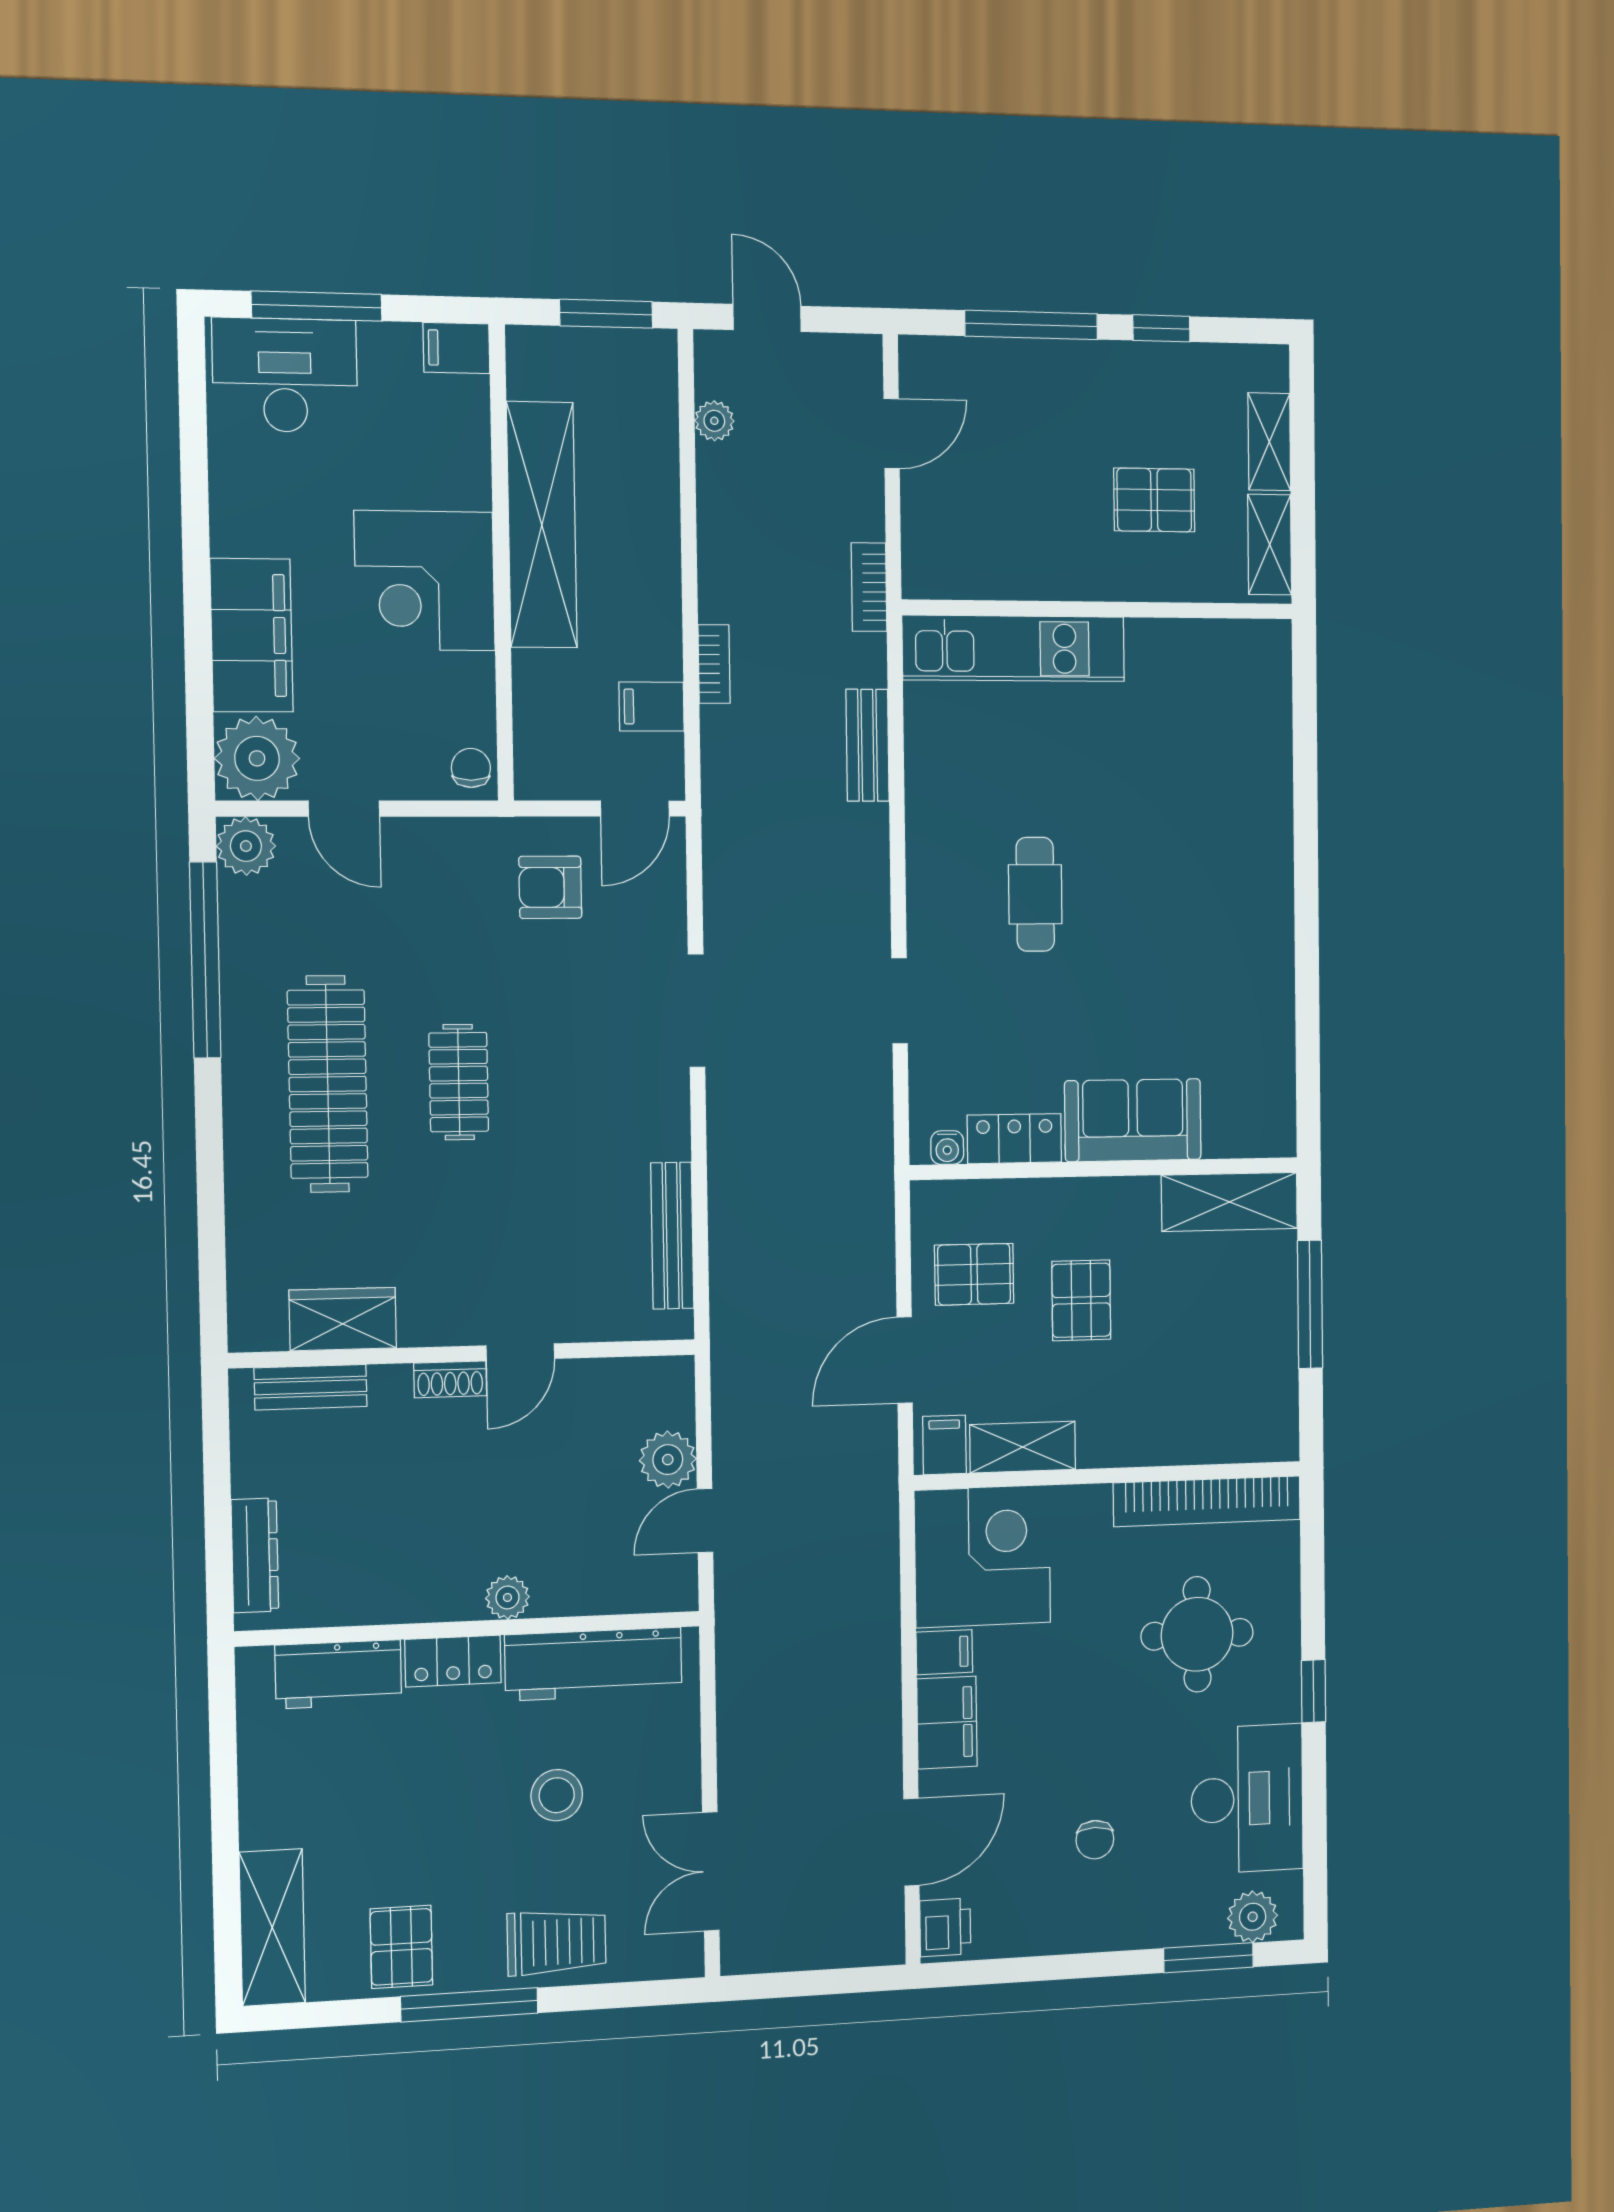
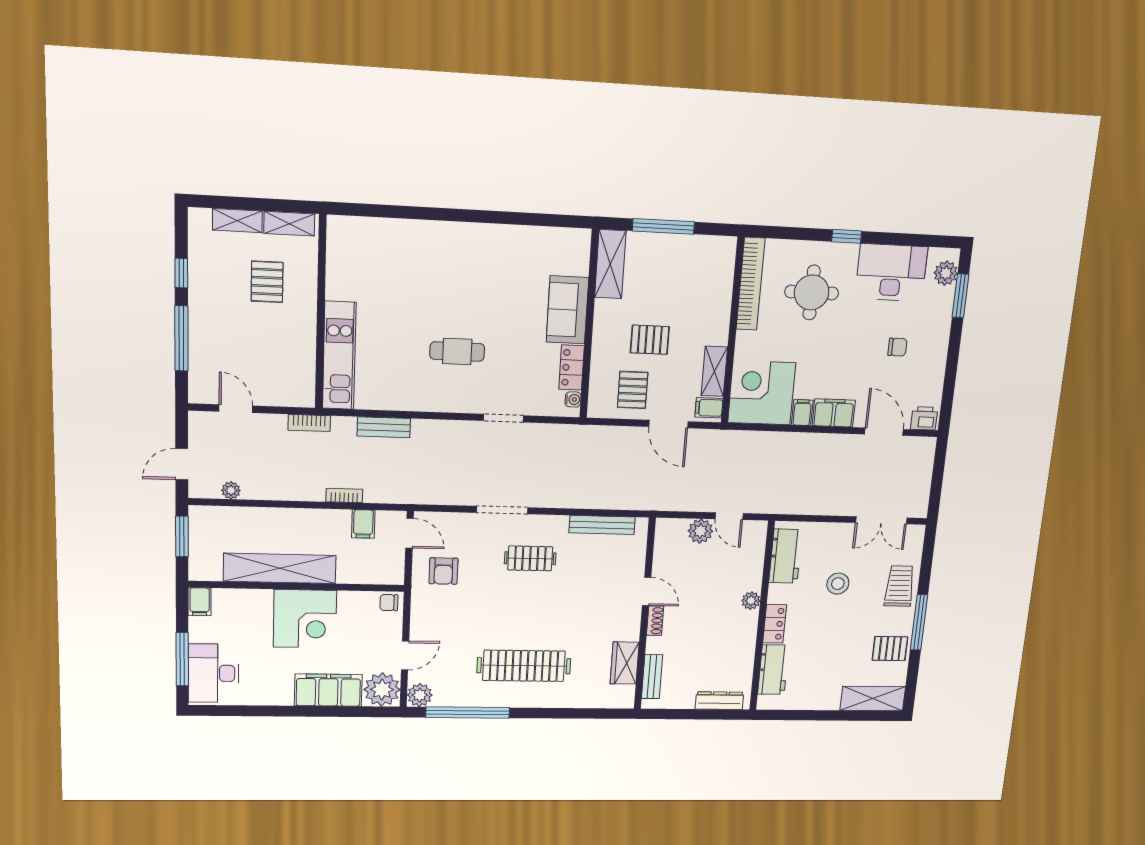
clothes rail: (459, 1082) -> (530, 558), moved
workbench: (593, 1664) -> (786, 556), width x0.73

